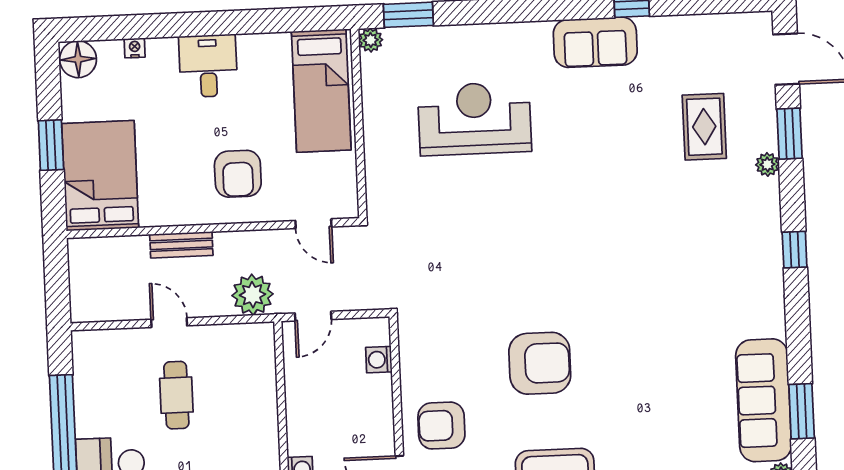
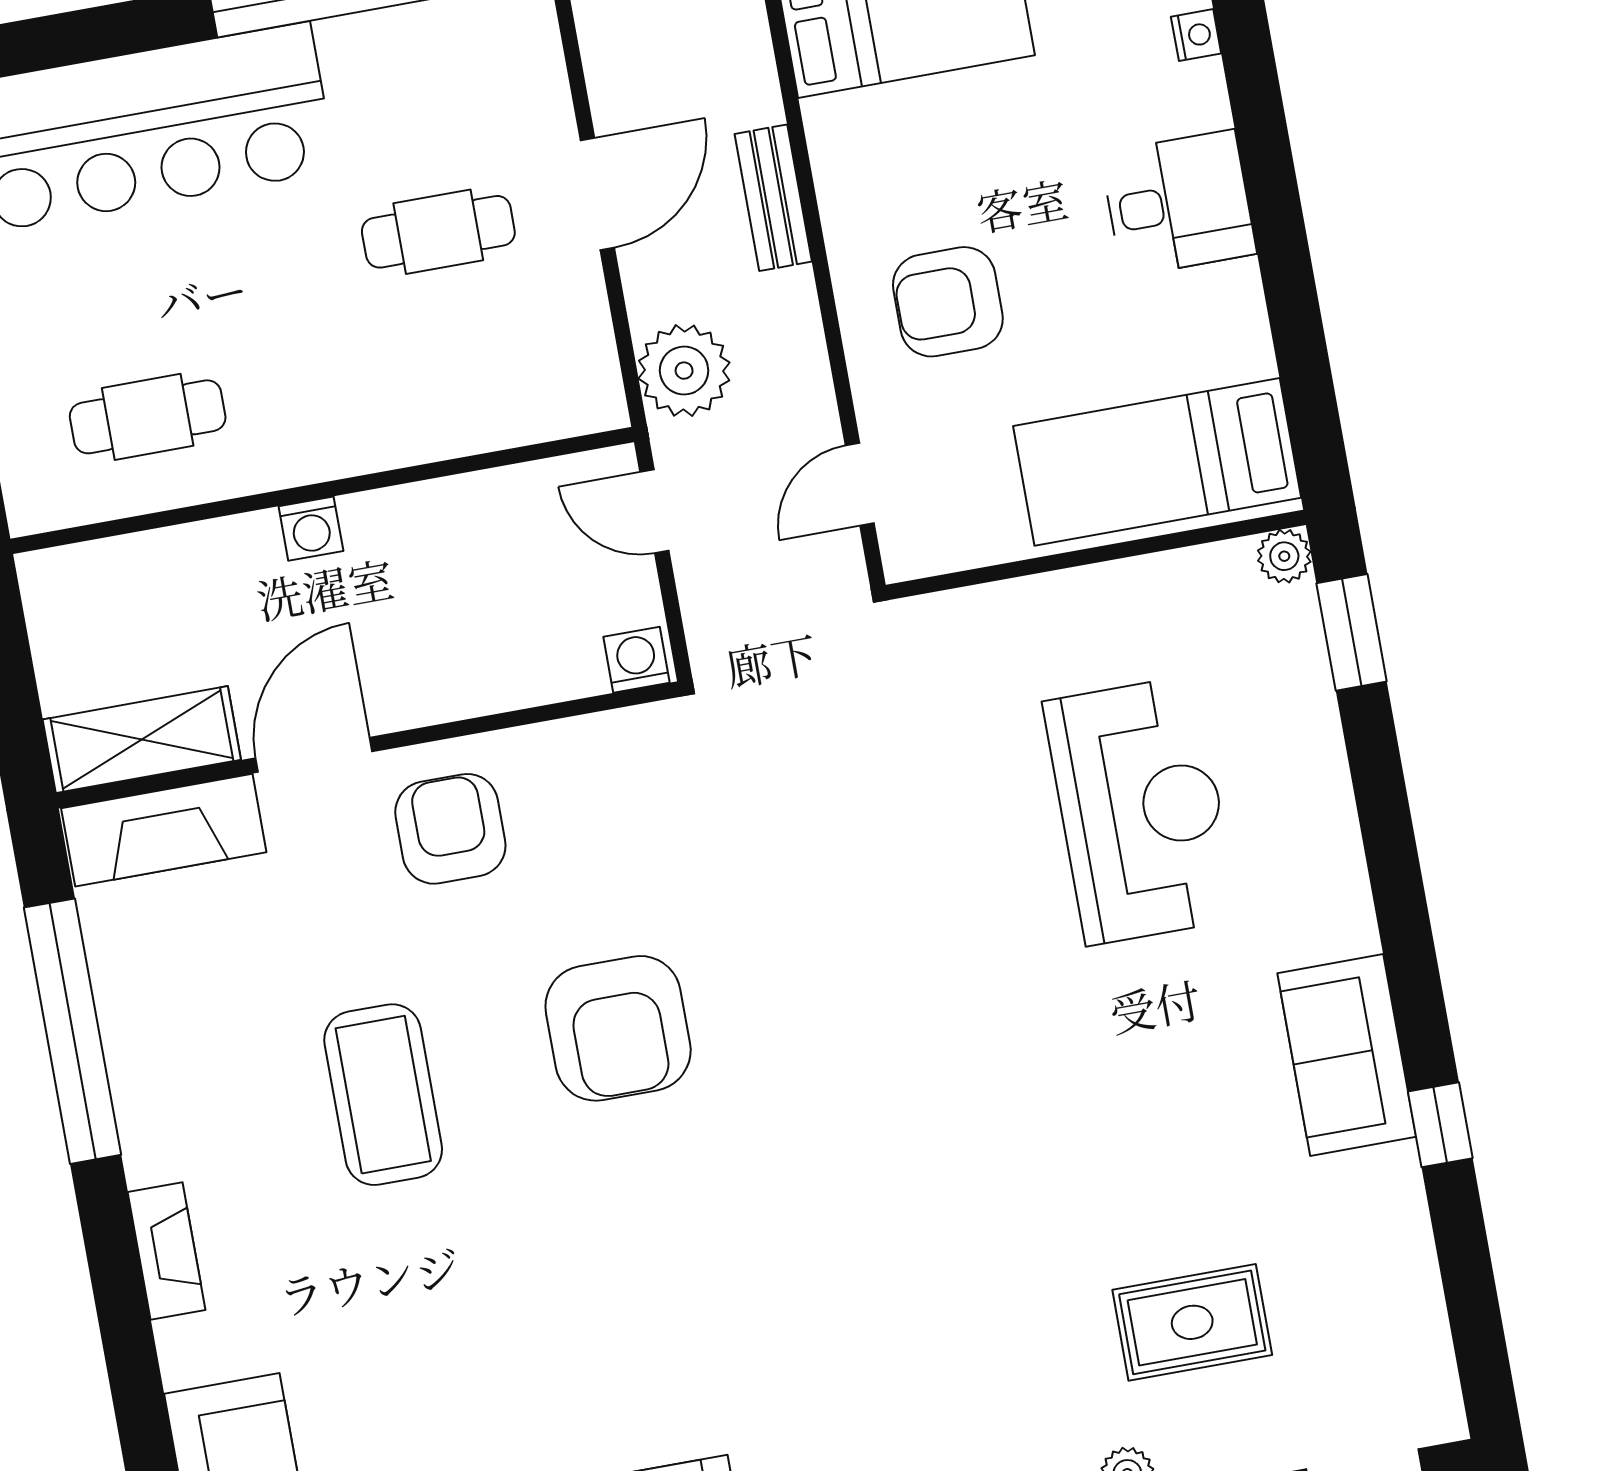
door: (169, 323) -> (597, 194), width x1.38
washing machine: (379, 360) -> (637, 660), moved

